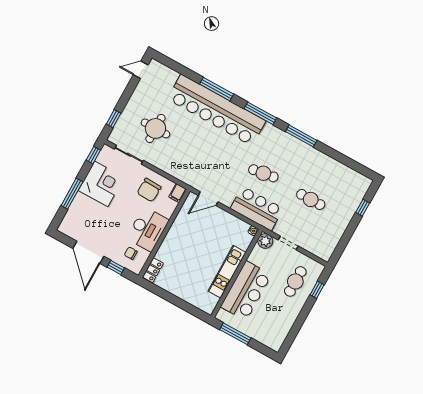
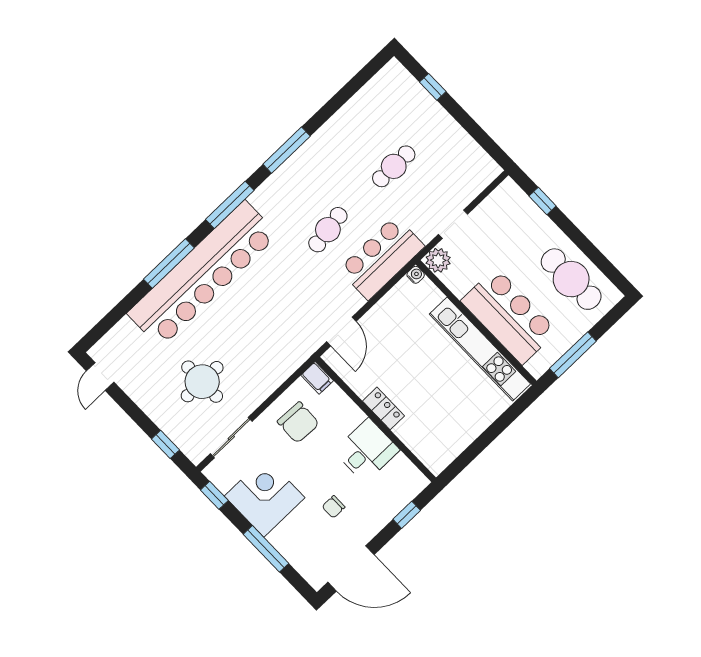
desk: (148, 229) -> (367, 451), width x0.73
door: (88, 252) -> (351, 568), moved
chair: (131, 253) -> (334, 507), moved
locker: (153, 270) -> (384, 408), moved
kitchen unit: (227, 272) -> (480, 349), width x1.36
cafe table: (295, 281) -> (571, 279), moved, width x1.37, depth x1.35

